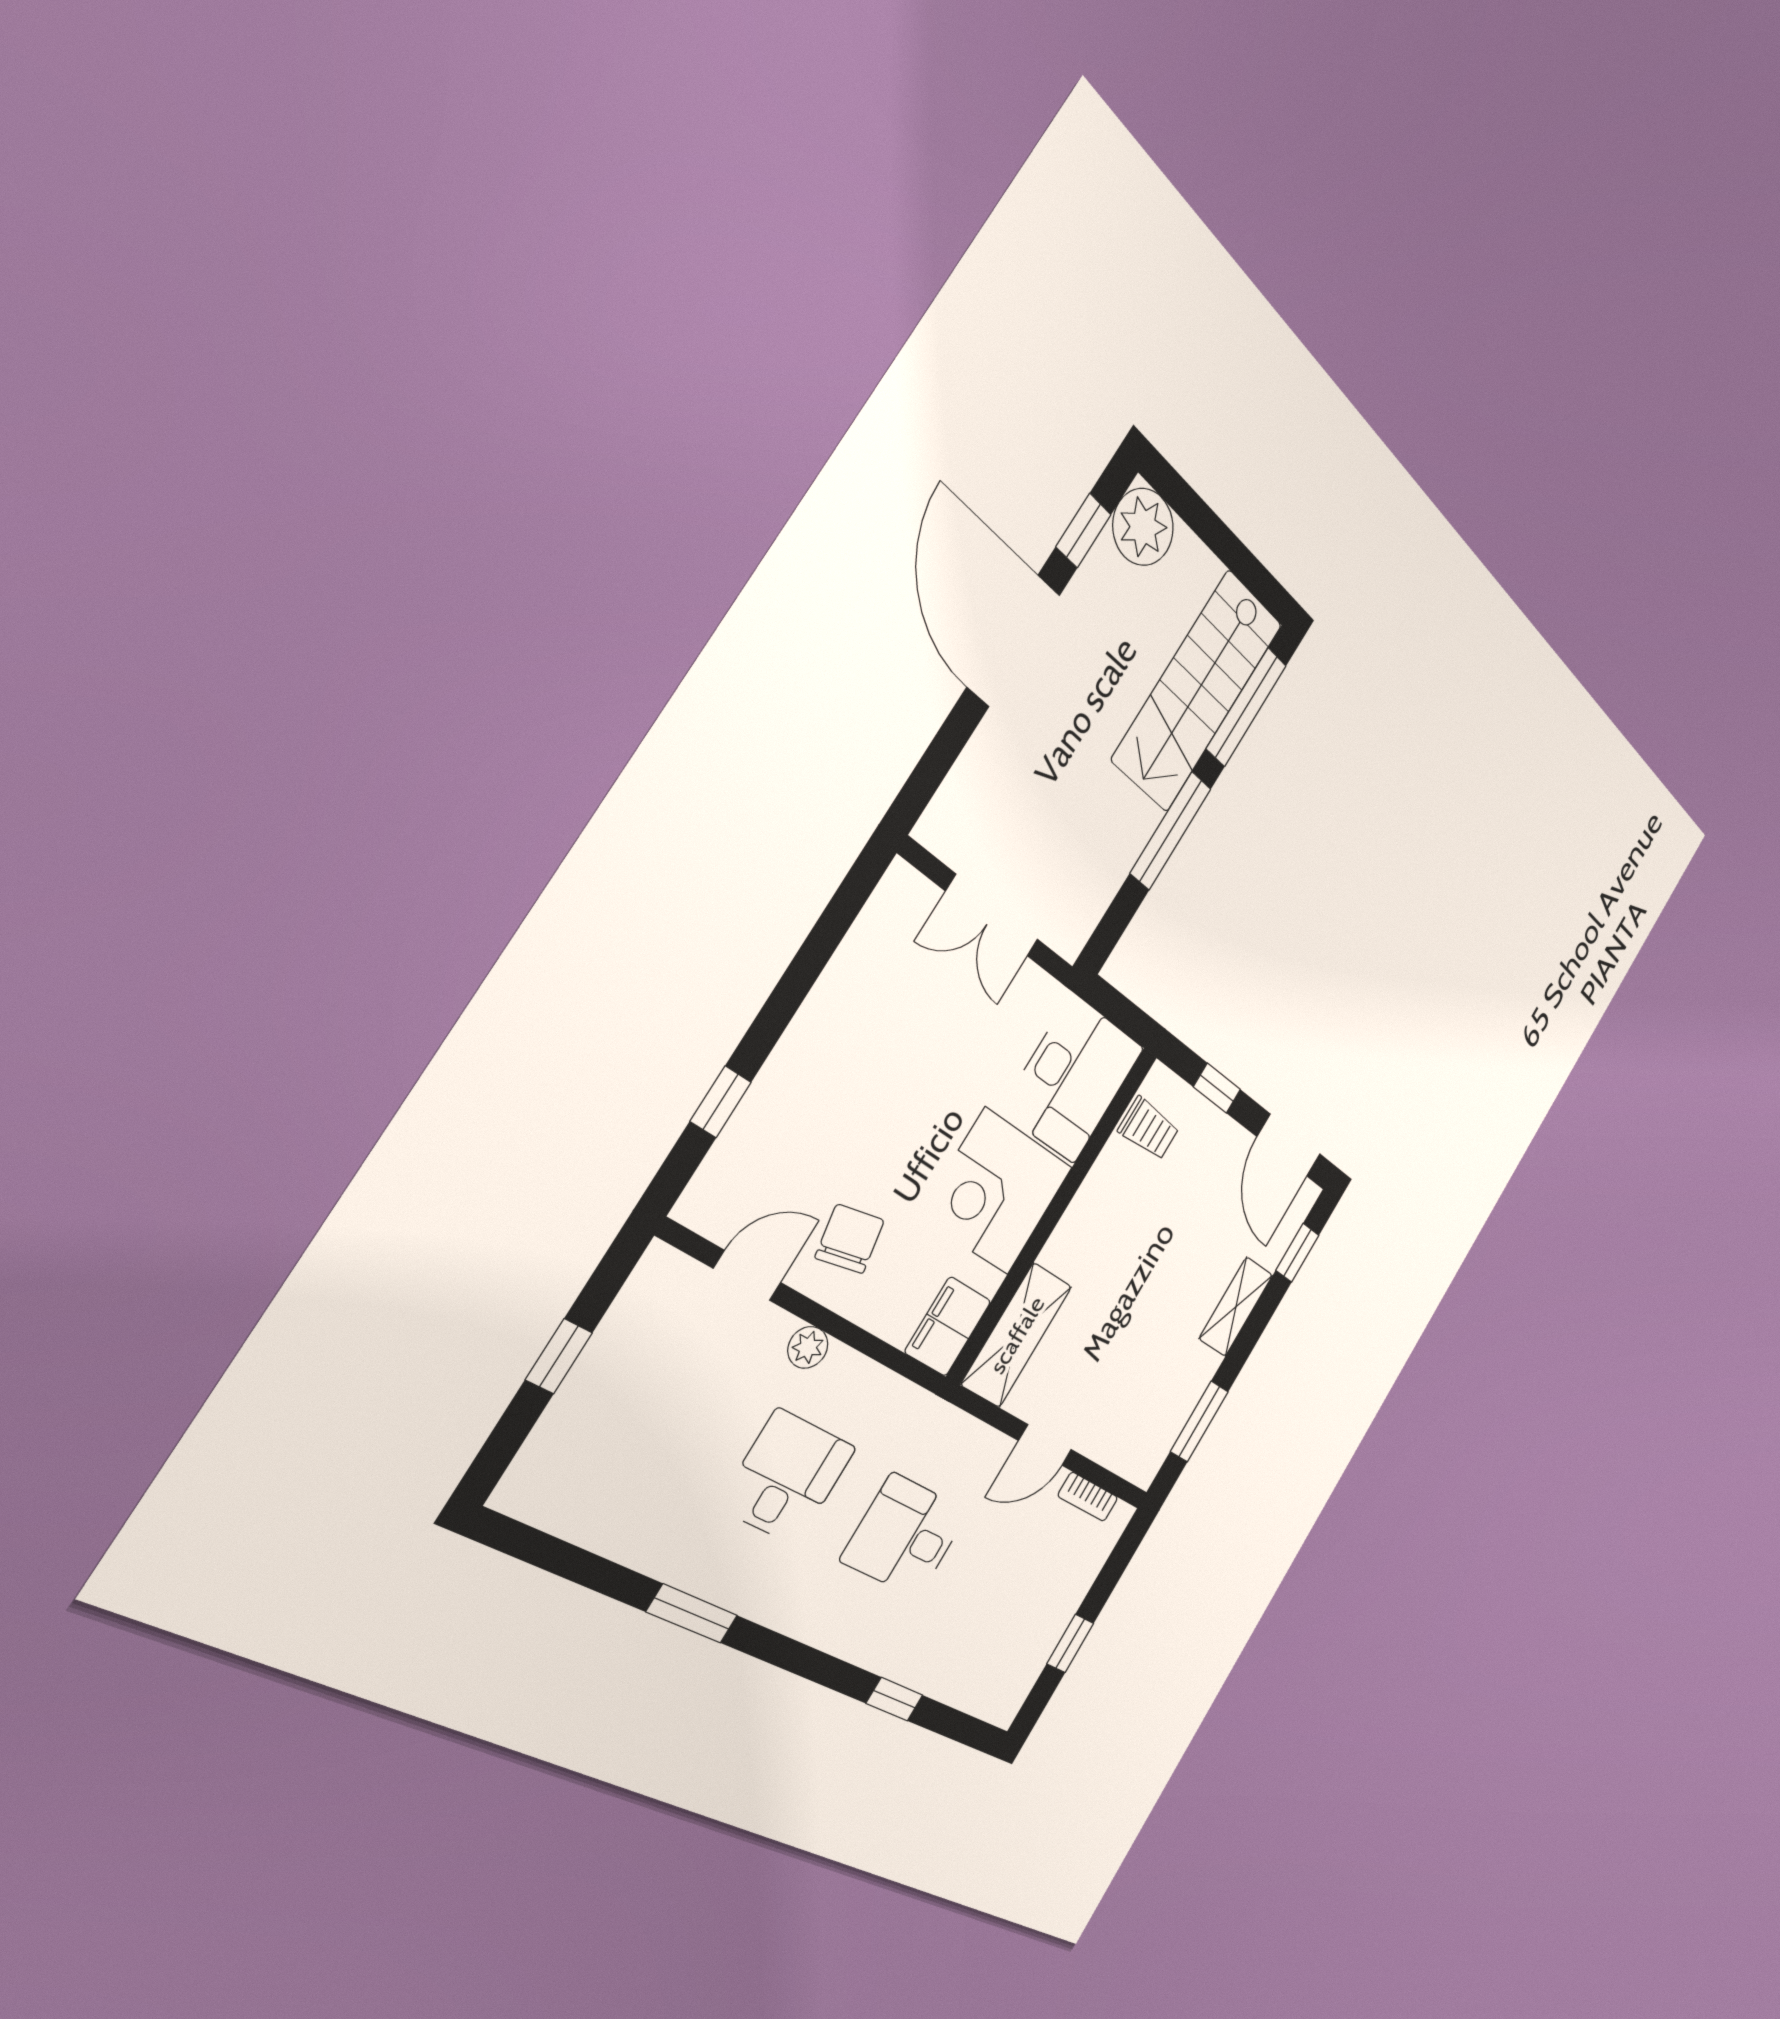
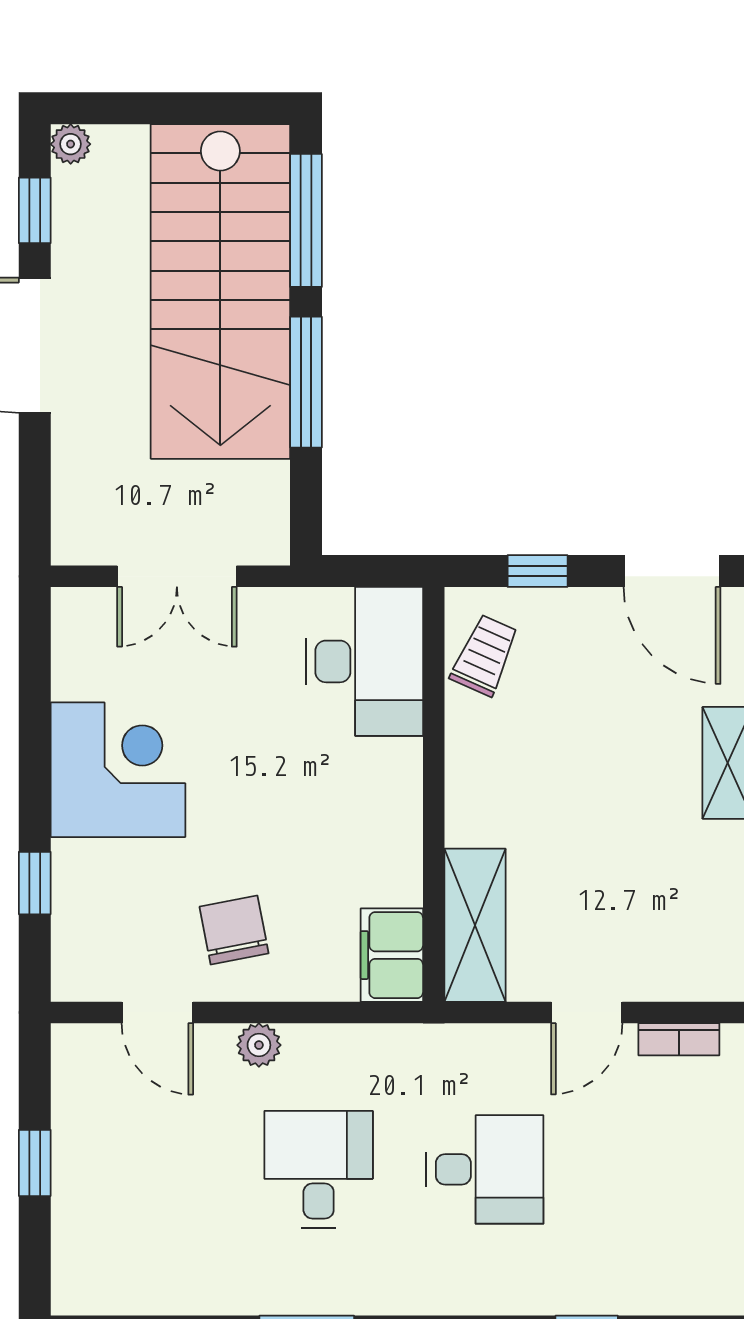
plant: (1143, 527) -> (71, 144), width x0.53, depth x0.53
stairs: (1198, 691) -> (220, 292), width x1.36, depth x1.51
trolley: (1149, 1129) -> (485, 655), turned -66
corner desk: (996, 1192) -> (118, 770), moved, turned 180
door: (747, 1275) -> (157, 1012), swing flipped
desk: (905, 1536) -> (485, 1169), turned 180

